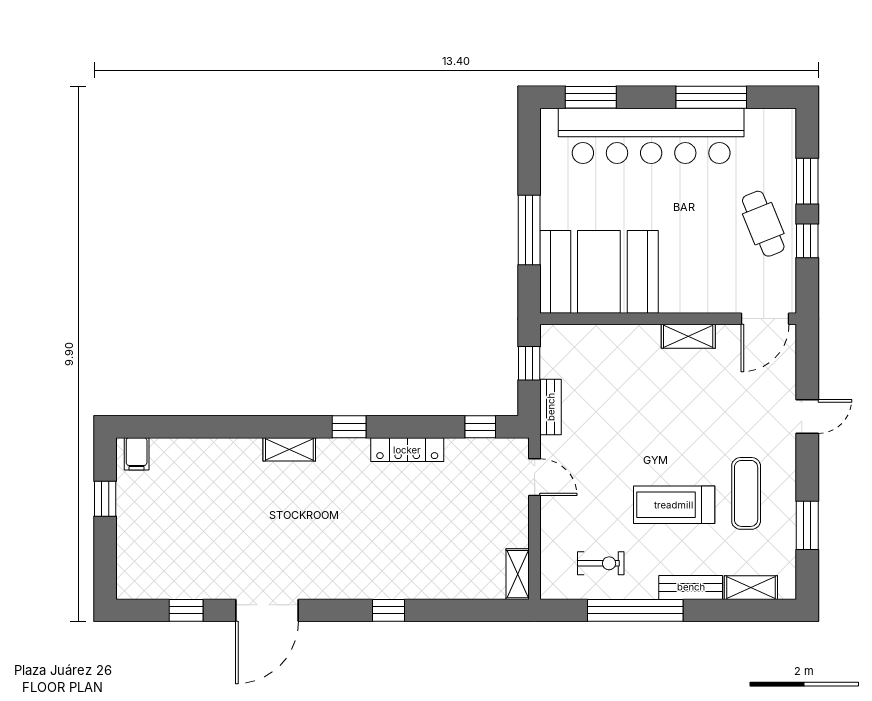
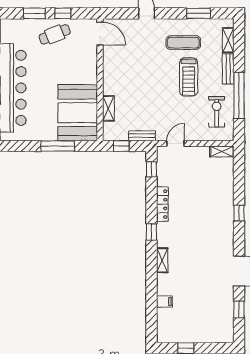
shelving: (688, 336) -> (108, 108), moved
filing cabinet: (137, 454) -> (164, 302), moved
exercise bike: (601, 563) -> (217, 112), width x1.38, depth x1.39

